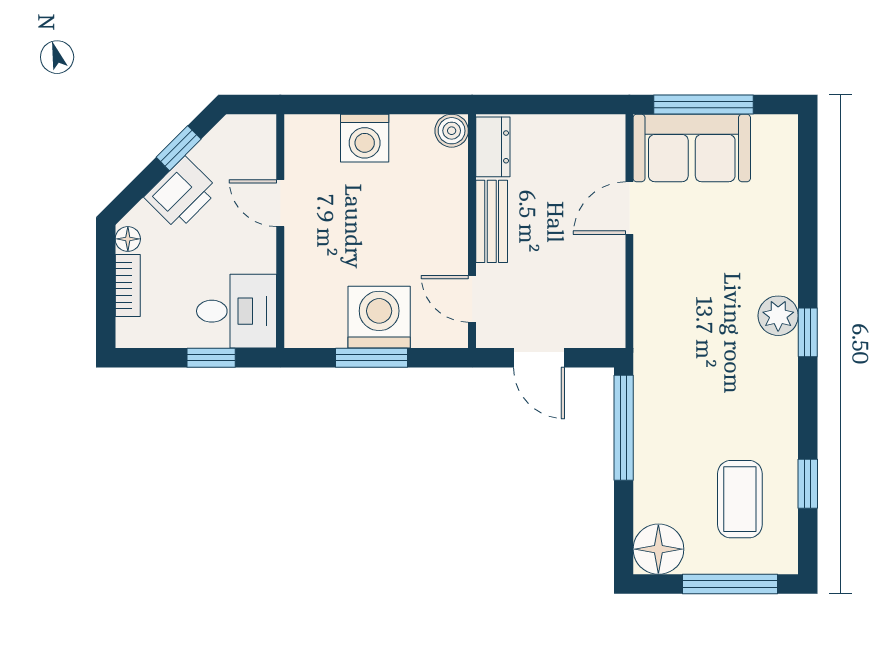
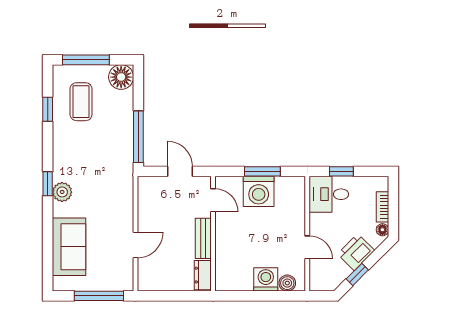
boiler: (452, 131) -> (287, 283), moved
sofa: (692, 148) -> (69, 247), moved, turned 90

